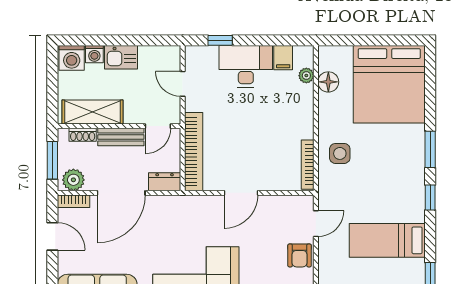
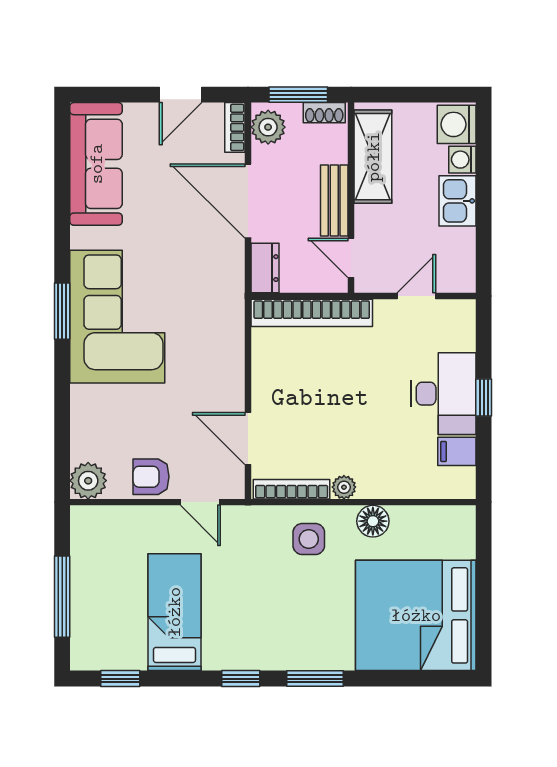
window: (220, 40) -> (484, 397), moved
plant: (306, 76) -> (344, 487), moved
floor lamp: (328, 82) -> (373, 521), moved
shoe rack: (83, 135) -> (324, 113), moved, turned -90
door: (241, 193) -> (248, 438), moved

